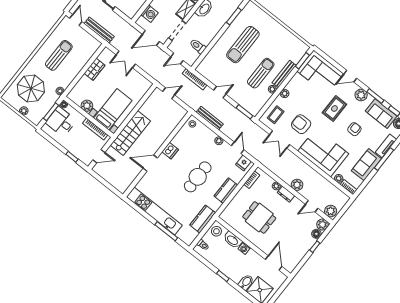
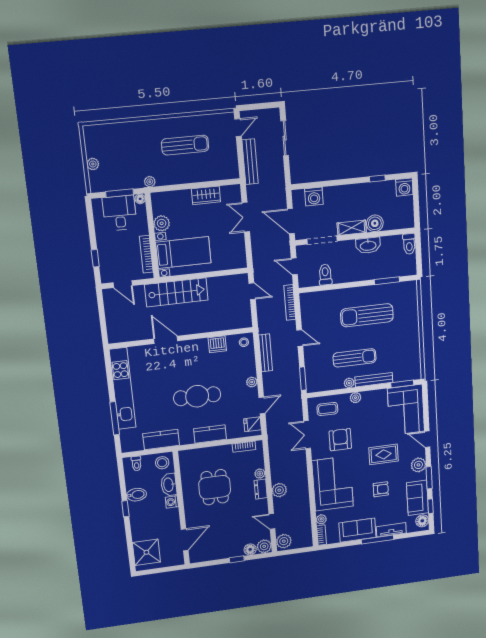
parasol: (31, 88) -> (123, 149), removed
dishwasher: (170, 151) -> (217, 344), moved
bidet: (246, 282) -> (136, 495), moved

